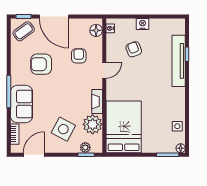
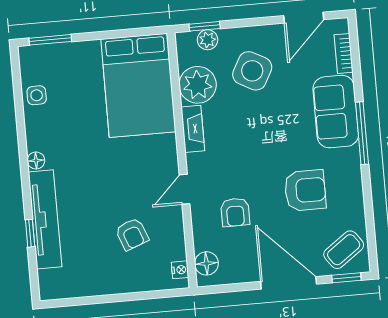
nightstand: (143, 24) -> (120, 283), removed
floor lamp: (181, 148) -> (36, 161), moved

